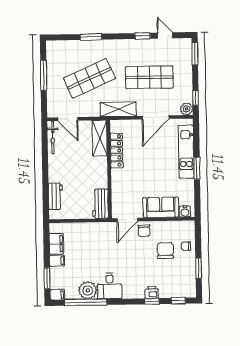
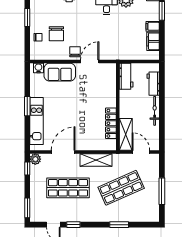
bicycle: (53, 137) -> (155, 111), moved
shelving: (100, 138) -> (126, 134), moved
locker: (117, 151) -> (111, 123), moved
wall: (109, 169) -> (118, 107), moved
workbench: (100, 204) -> (126, 76), moved

